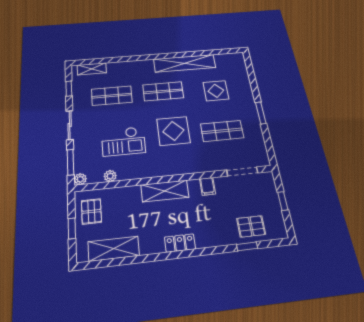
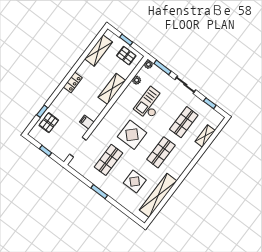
shelving: (185, 63) -> (158, 195), moved
shelving: (92, 69) -> (205, 136), moved
shelving: (165, 191) -> (112, 89), moved

